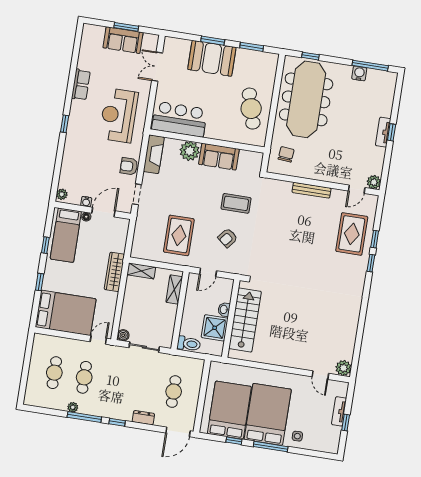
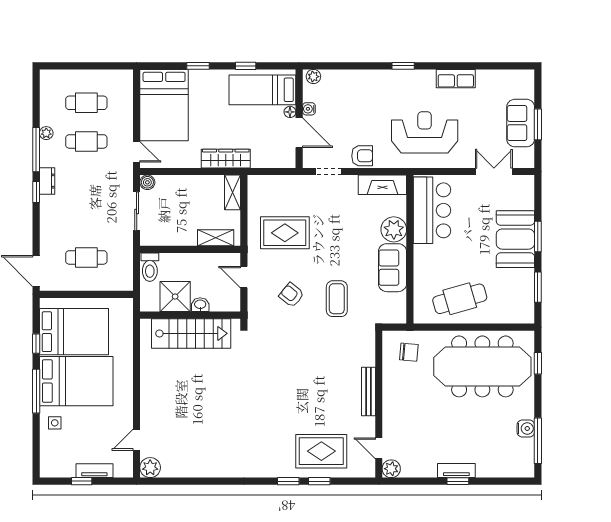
armchair: (129, 166) -> (362, 156), turned 90
dresser: (143, 418) -> (47, 181), moved

